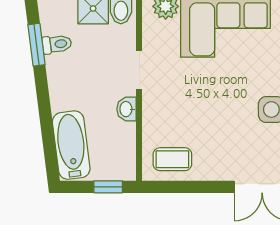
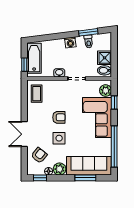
washing machine: (59, 84) -> (70, 42), added
armchair: (225, 110) -> (59, 117), added
bathtub: (71, 145) -> (34, 58), moved, turned -83

